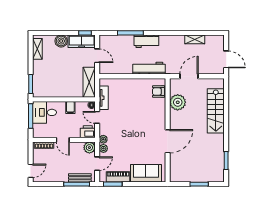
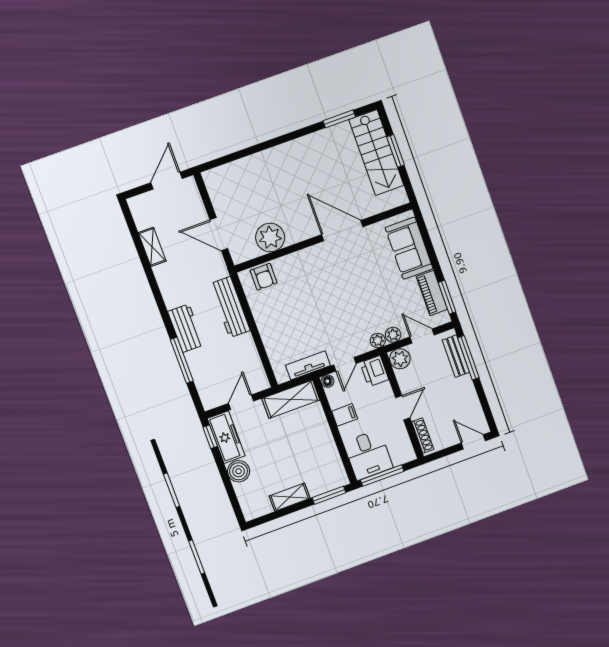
shelving: (37, 49) -> (290, 497), moved
stairs: (216, 111) -> (376, 153), moved, turned 90

